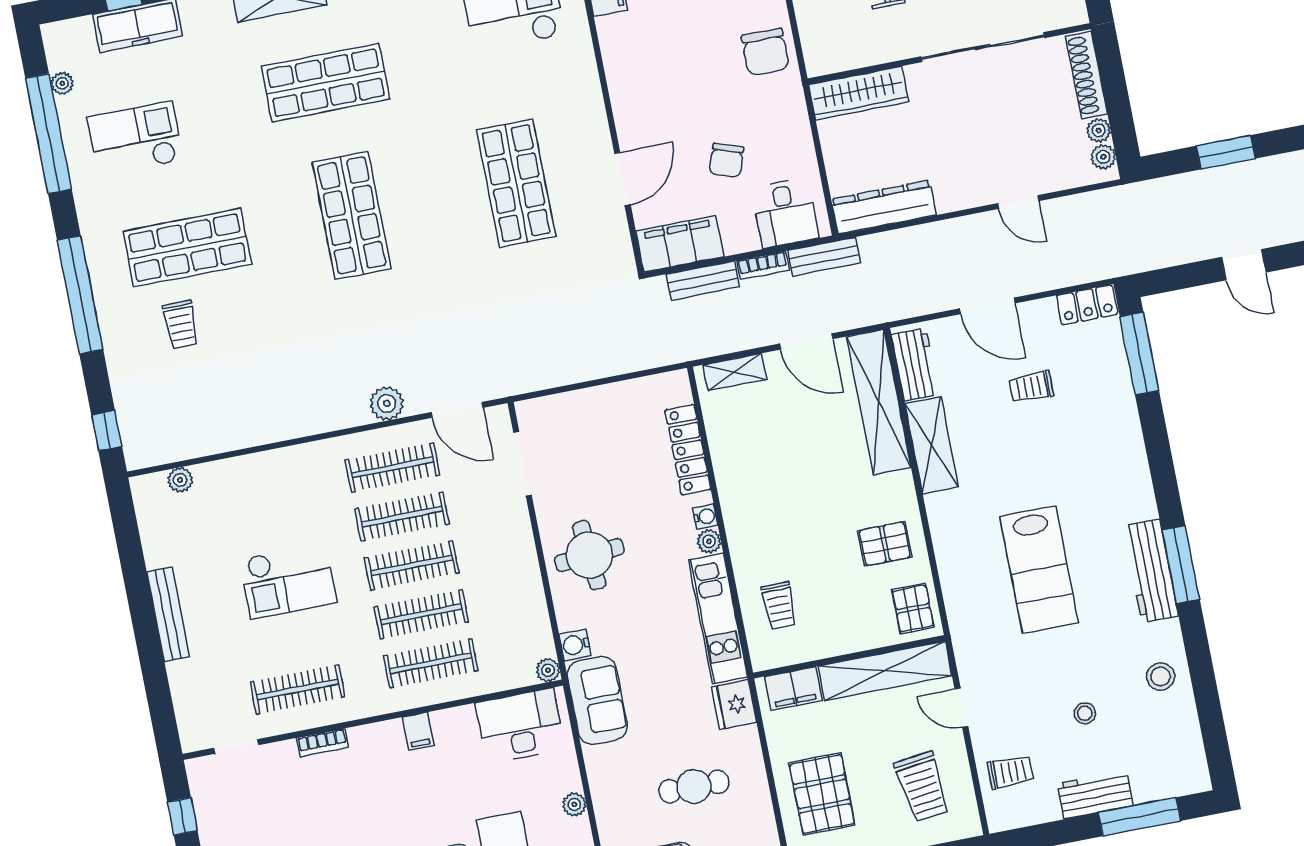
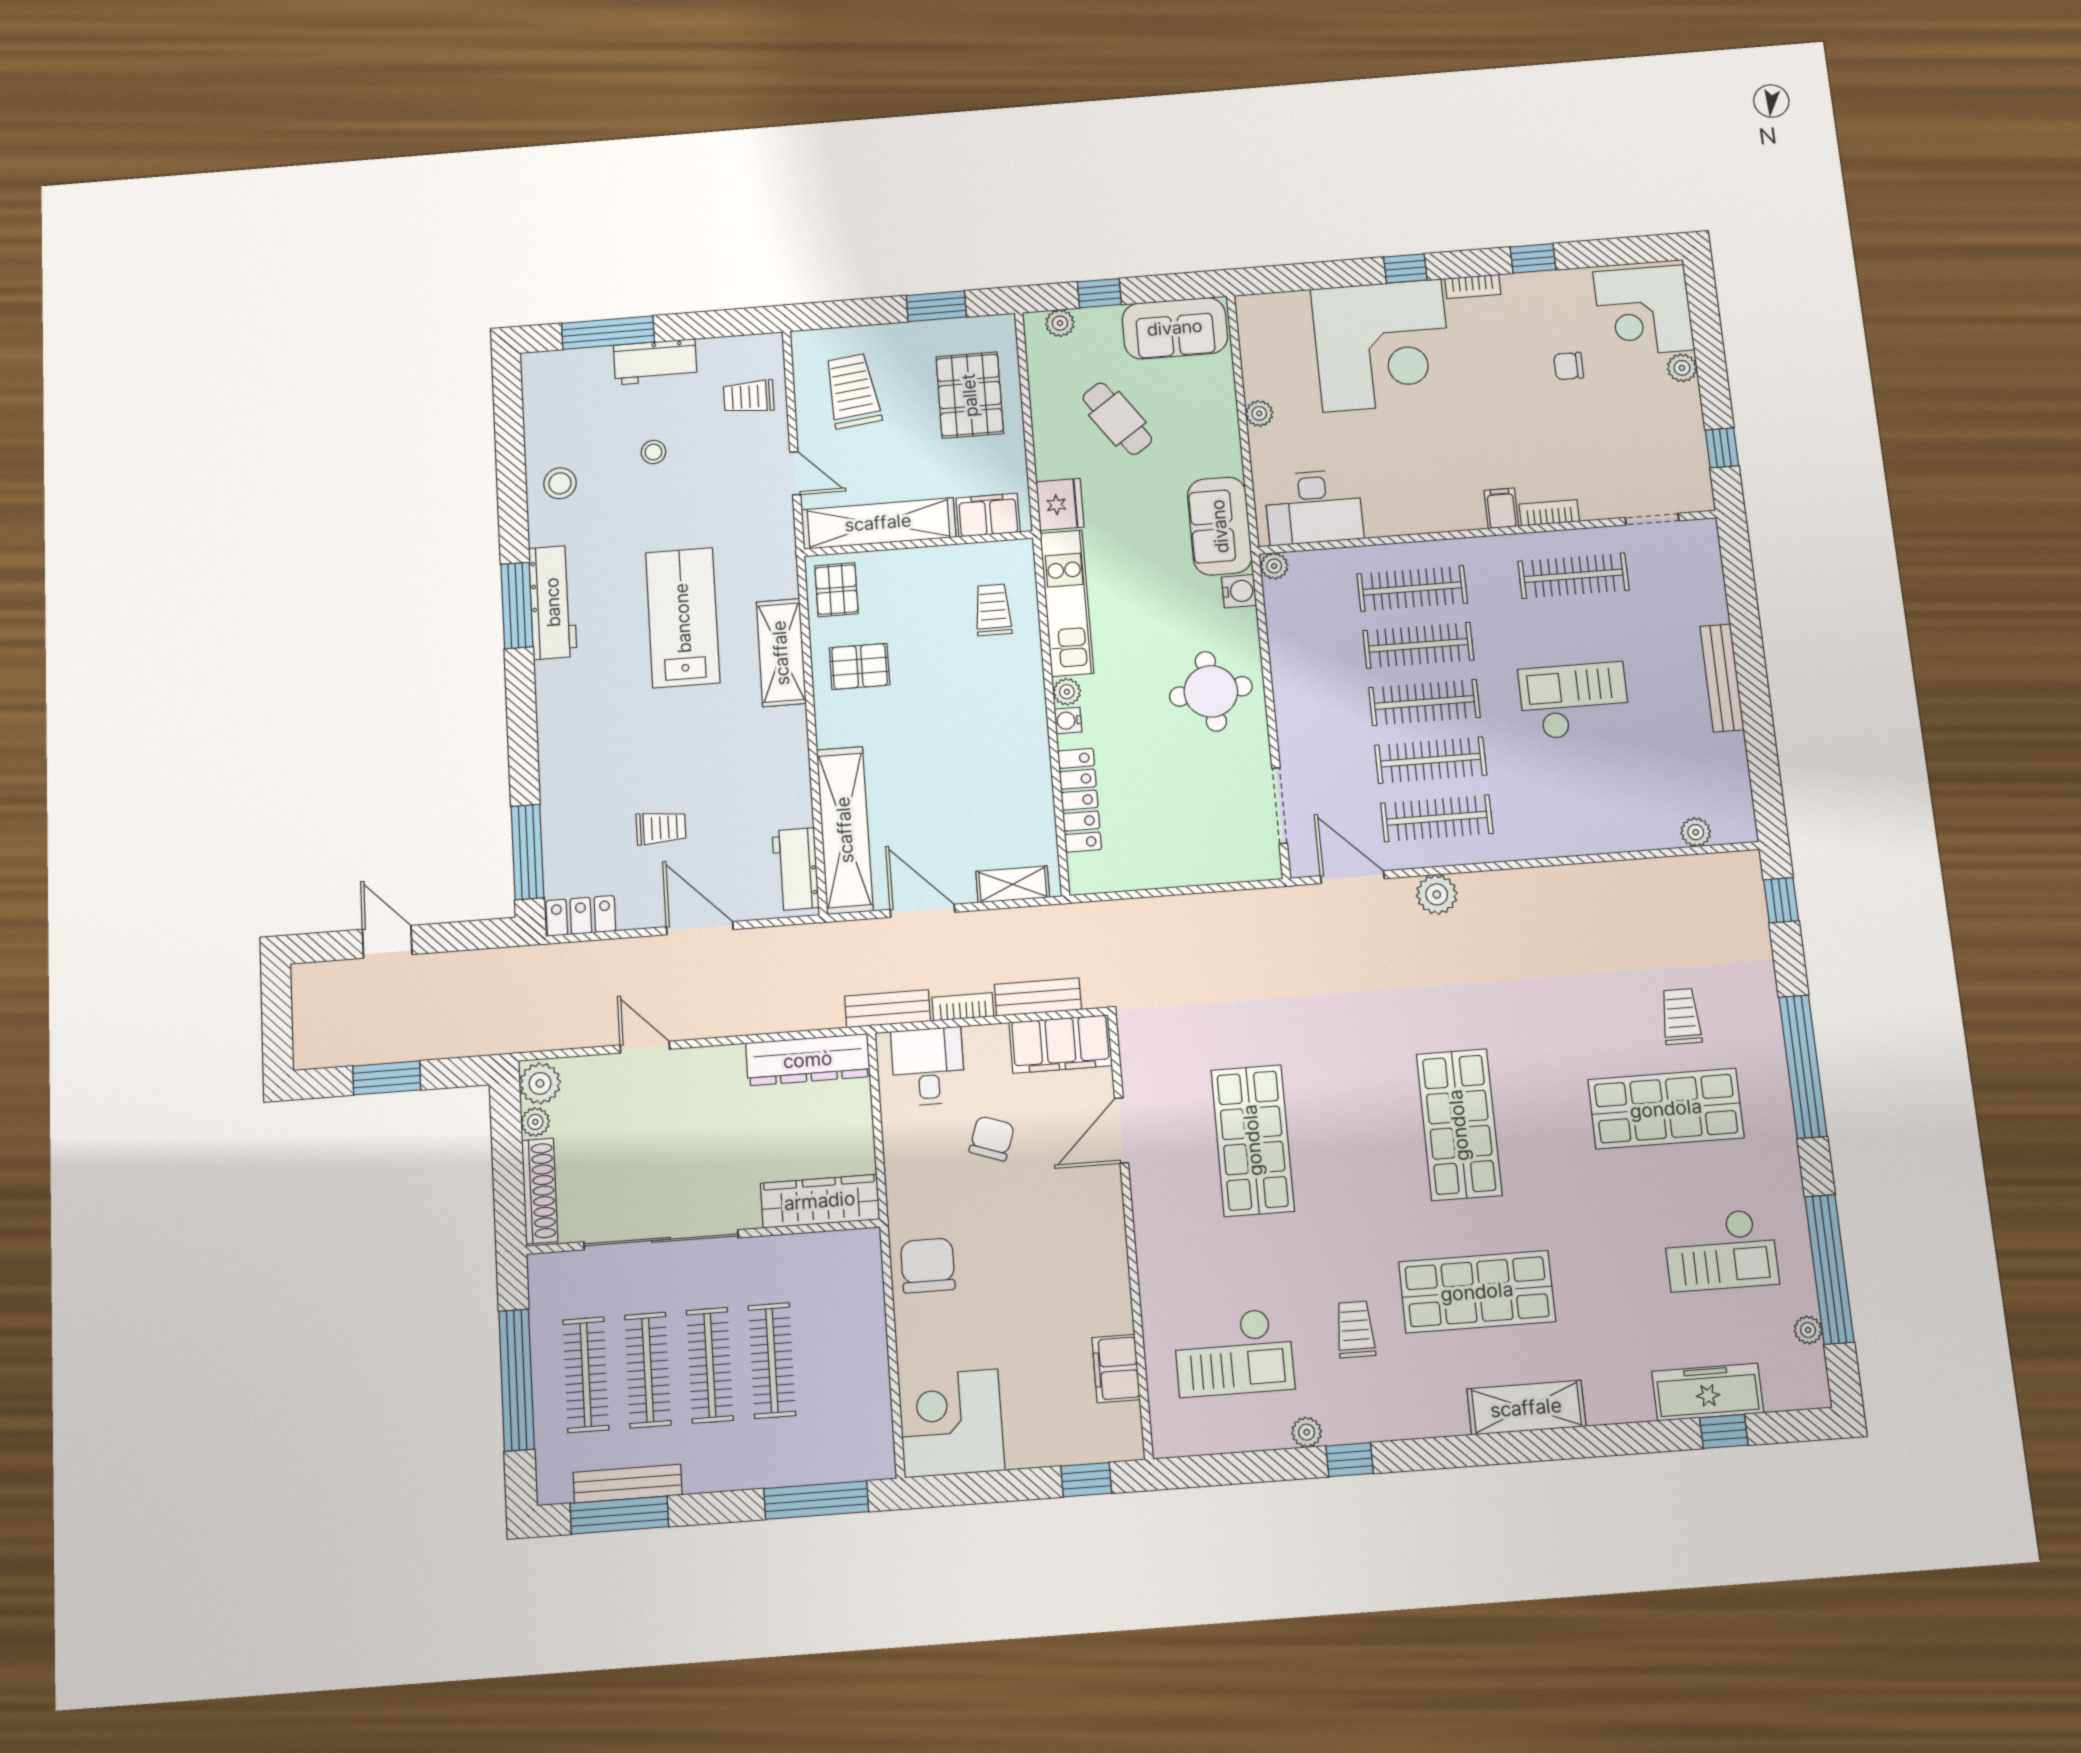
trolley: (419, 41) -> (1355, 1329), added
plant: (1103, 157) -> (540, 1083), width x1.38, depth x1.38
shelving: (932, 445) -> (781, 653), moved
filing cabinet: (418, 731) -> (1501, 508), moved
cafe table: (694, 786) -> (1117, 419), turned 55

